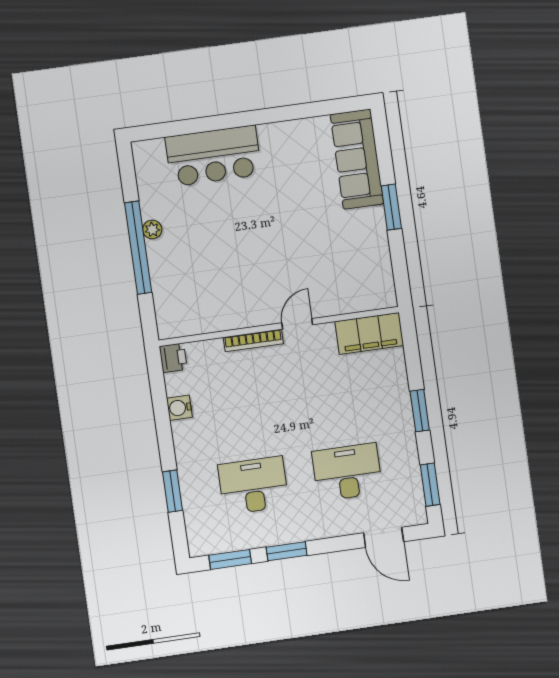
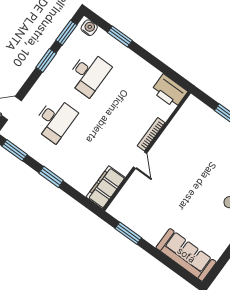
window: (391, 207) -> (128, 233), moved
printer: (173, 358) -> (169, 91), width x1.87, depth x1.48
water cooler: (179, 408) -> (89, 28), moved

